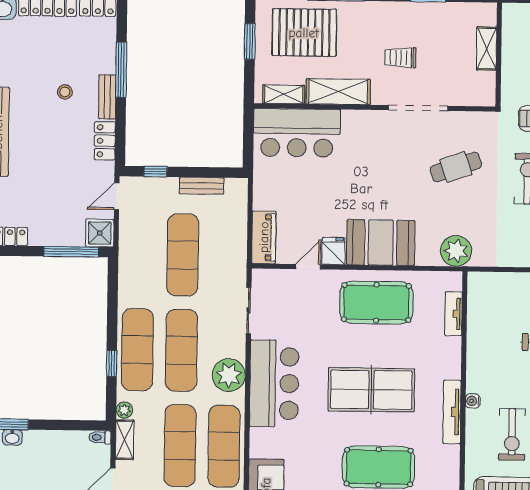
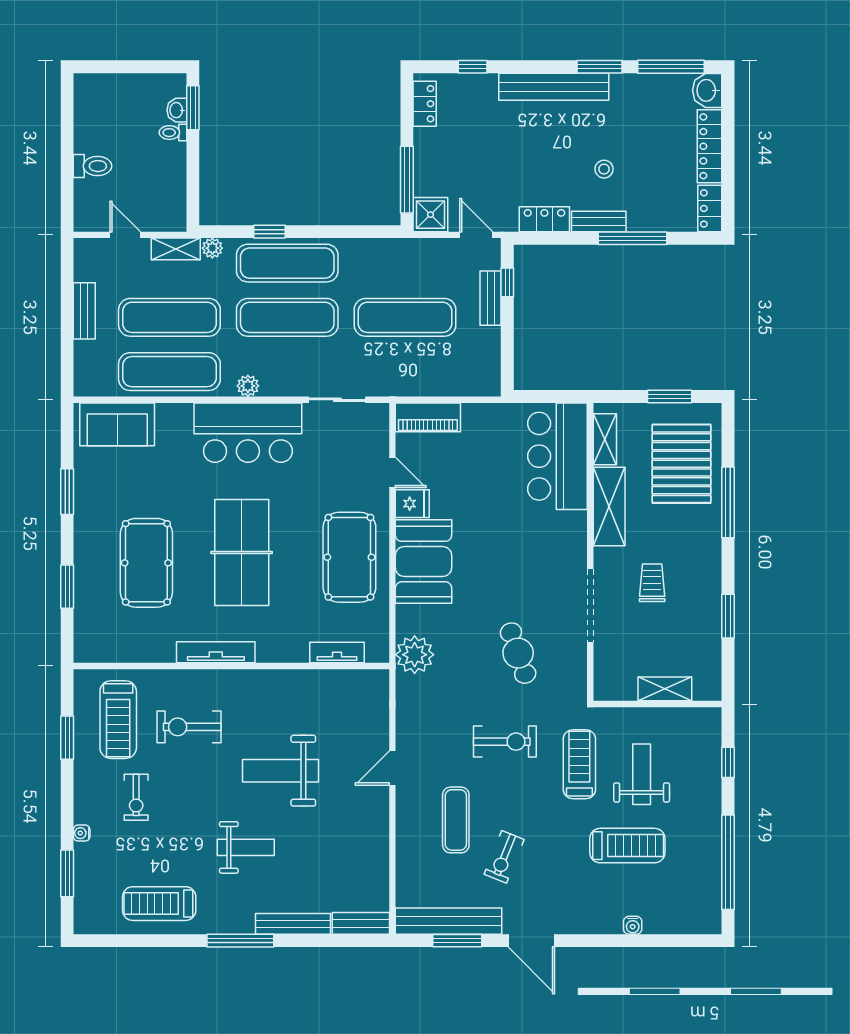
bench: (202, 186) -> (491, 298), moved
plant: (229, 375) -> (248, 386), width x0.53, depth x0.53
water cooler: (473, 401) -> (230, 678), removed
toilet: (100, 437) -> (173, 133), moved, turned -90

